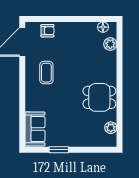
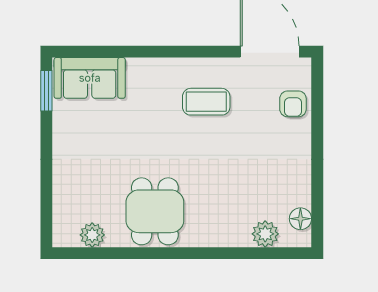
window: (59, 150) -> (46, 91), moved

